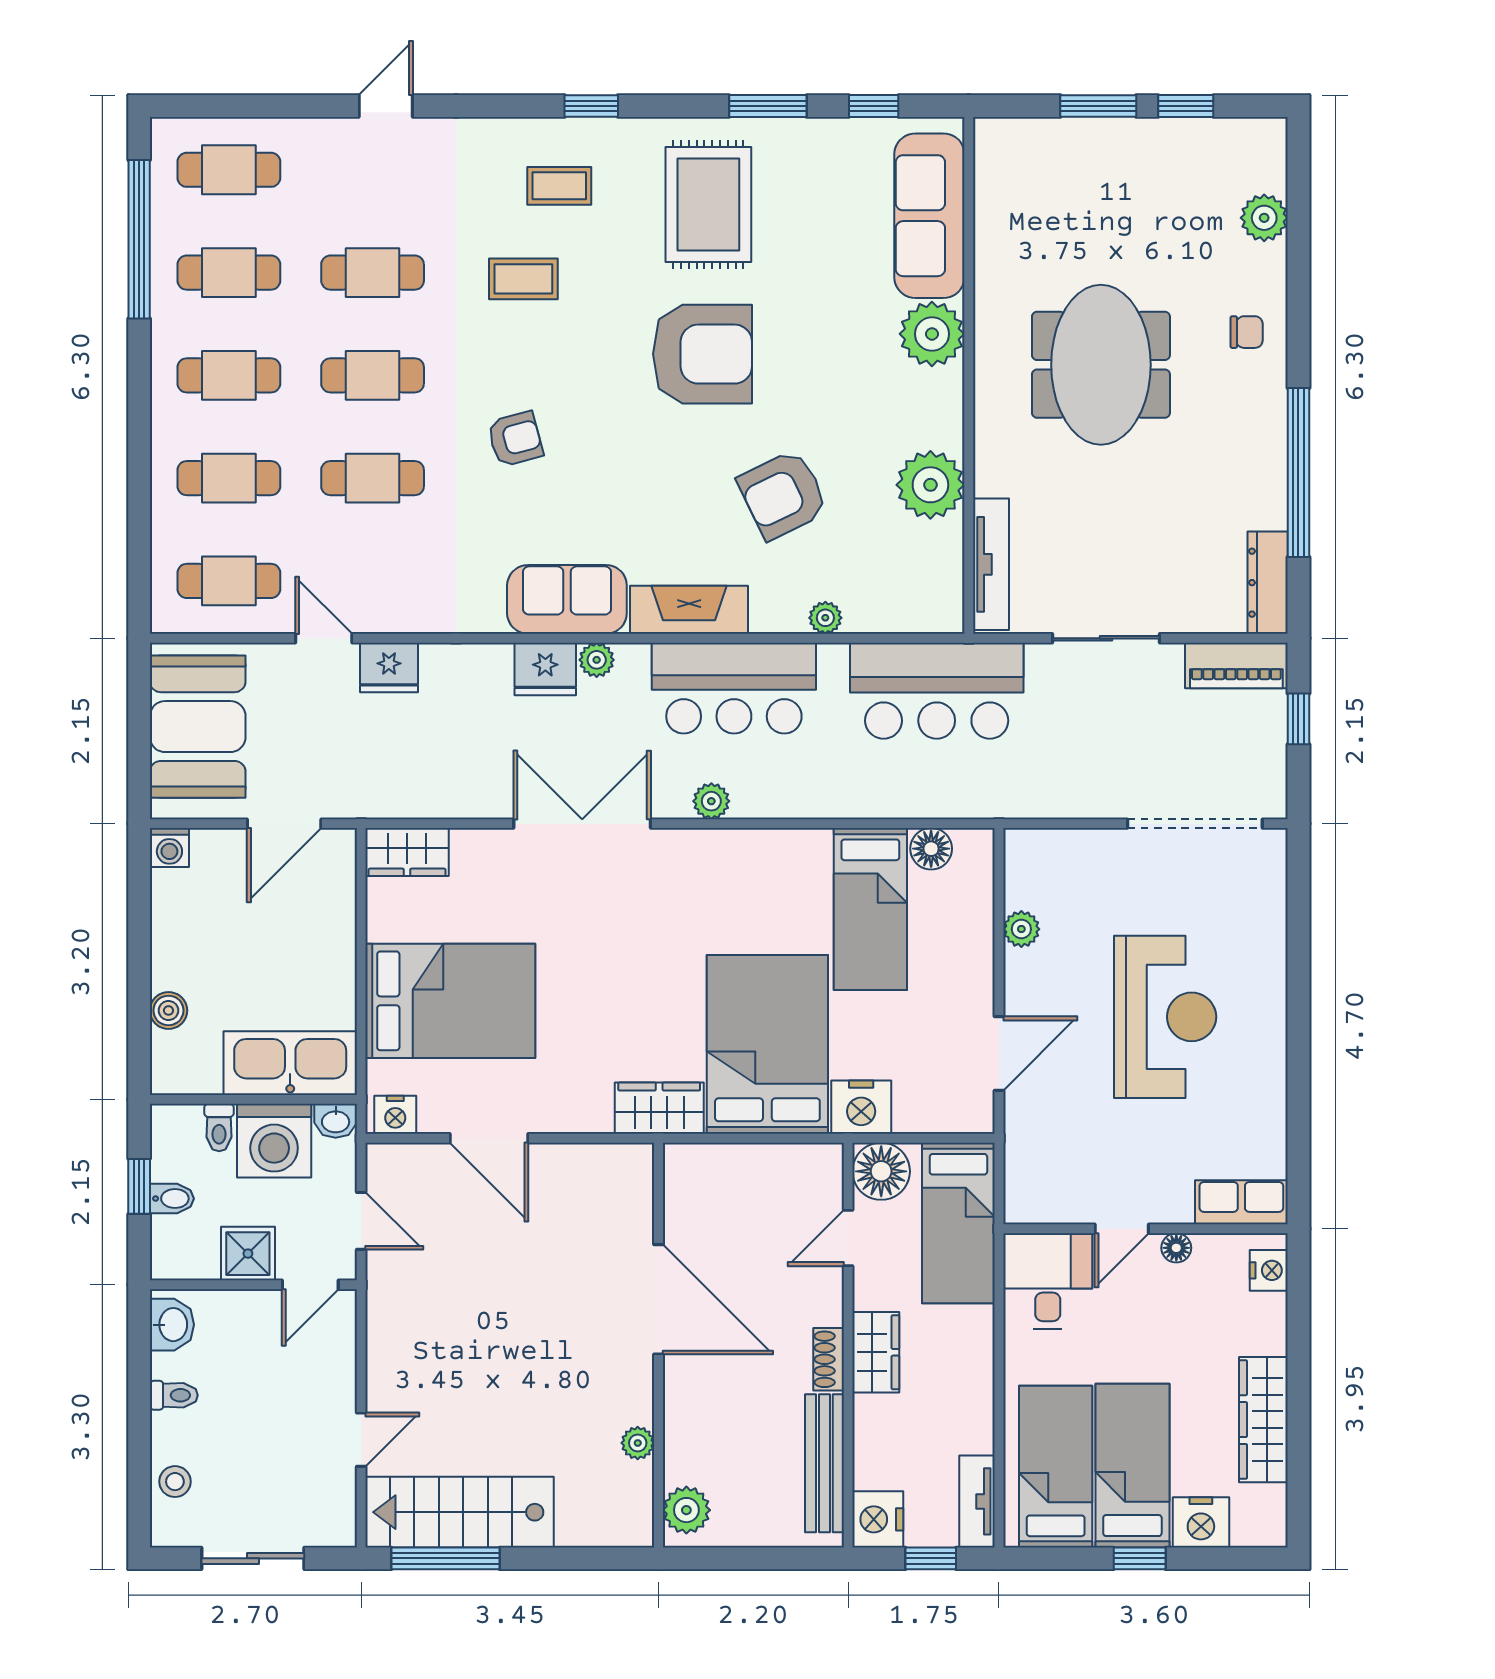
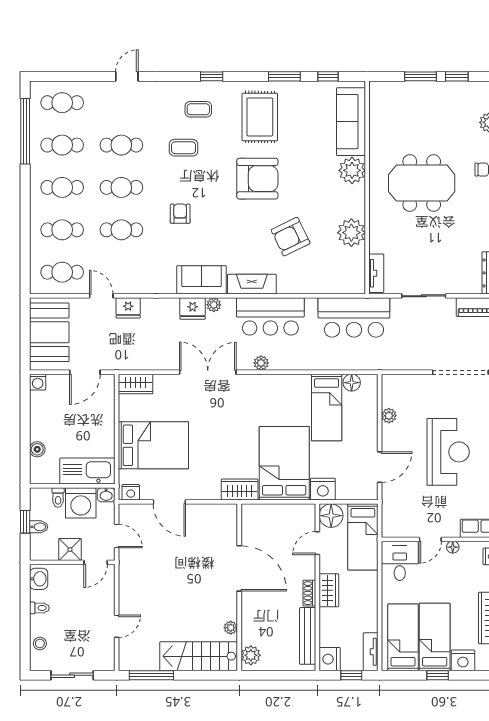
meeting table: (1101, 365) -> (422, 183), turned 90
armchair: (515, 439) -> (180, 214), turned -75
tv unit: (991, 564) -> (376, 273), width x0.71
plant: (825, 618) -> (308, 287), removed
stairs: (459, 1512) -> (199, 656), moved

